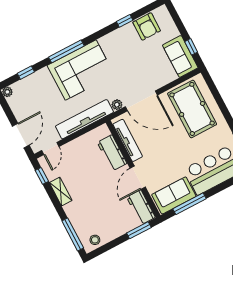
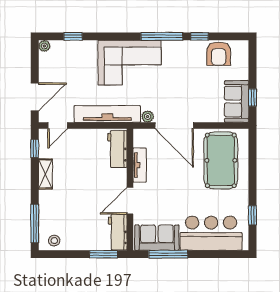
window: (66, 51) -> (162, 36), moved
tv unit: (128, 140) -> (140, 165), width x0.71
workbench: (112, 153) -> (117, 149), moved

